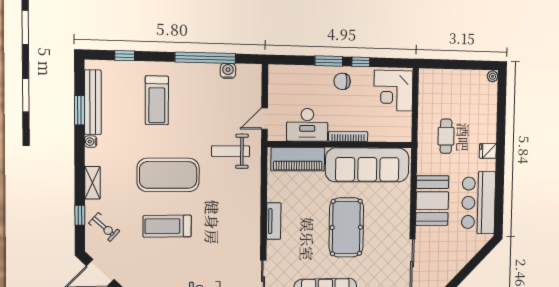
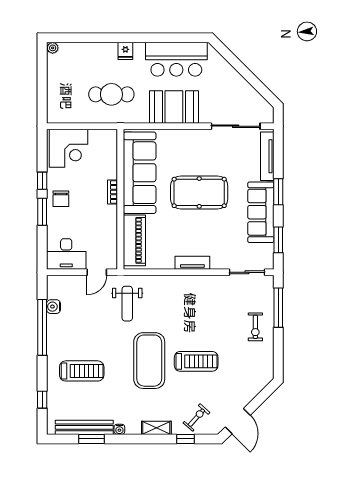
door: (265, 119) -> (97, 272), hinge flipped
desk: (307, 125) -> (66, 254), moved, turned 90
bookcase: (348, 136) -> (113, 192), width x0.64
cafe table: (446, 136) -> (111, 94), width x1.37, depth x1.35
treadmill: (167, 226) -> (196, 361), turned -90

